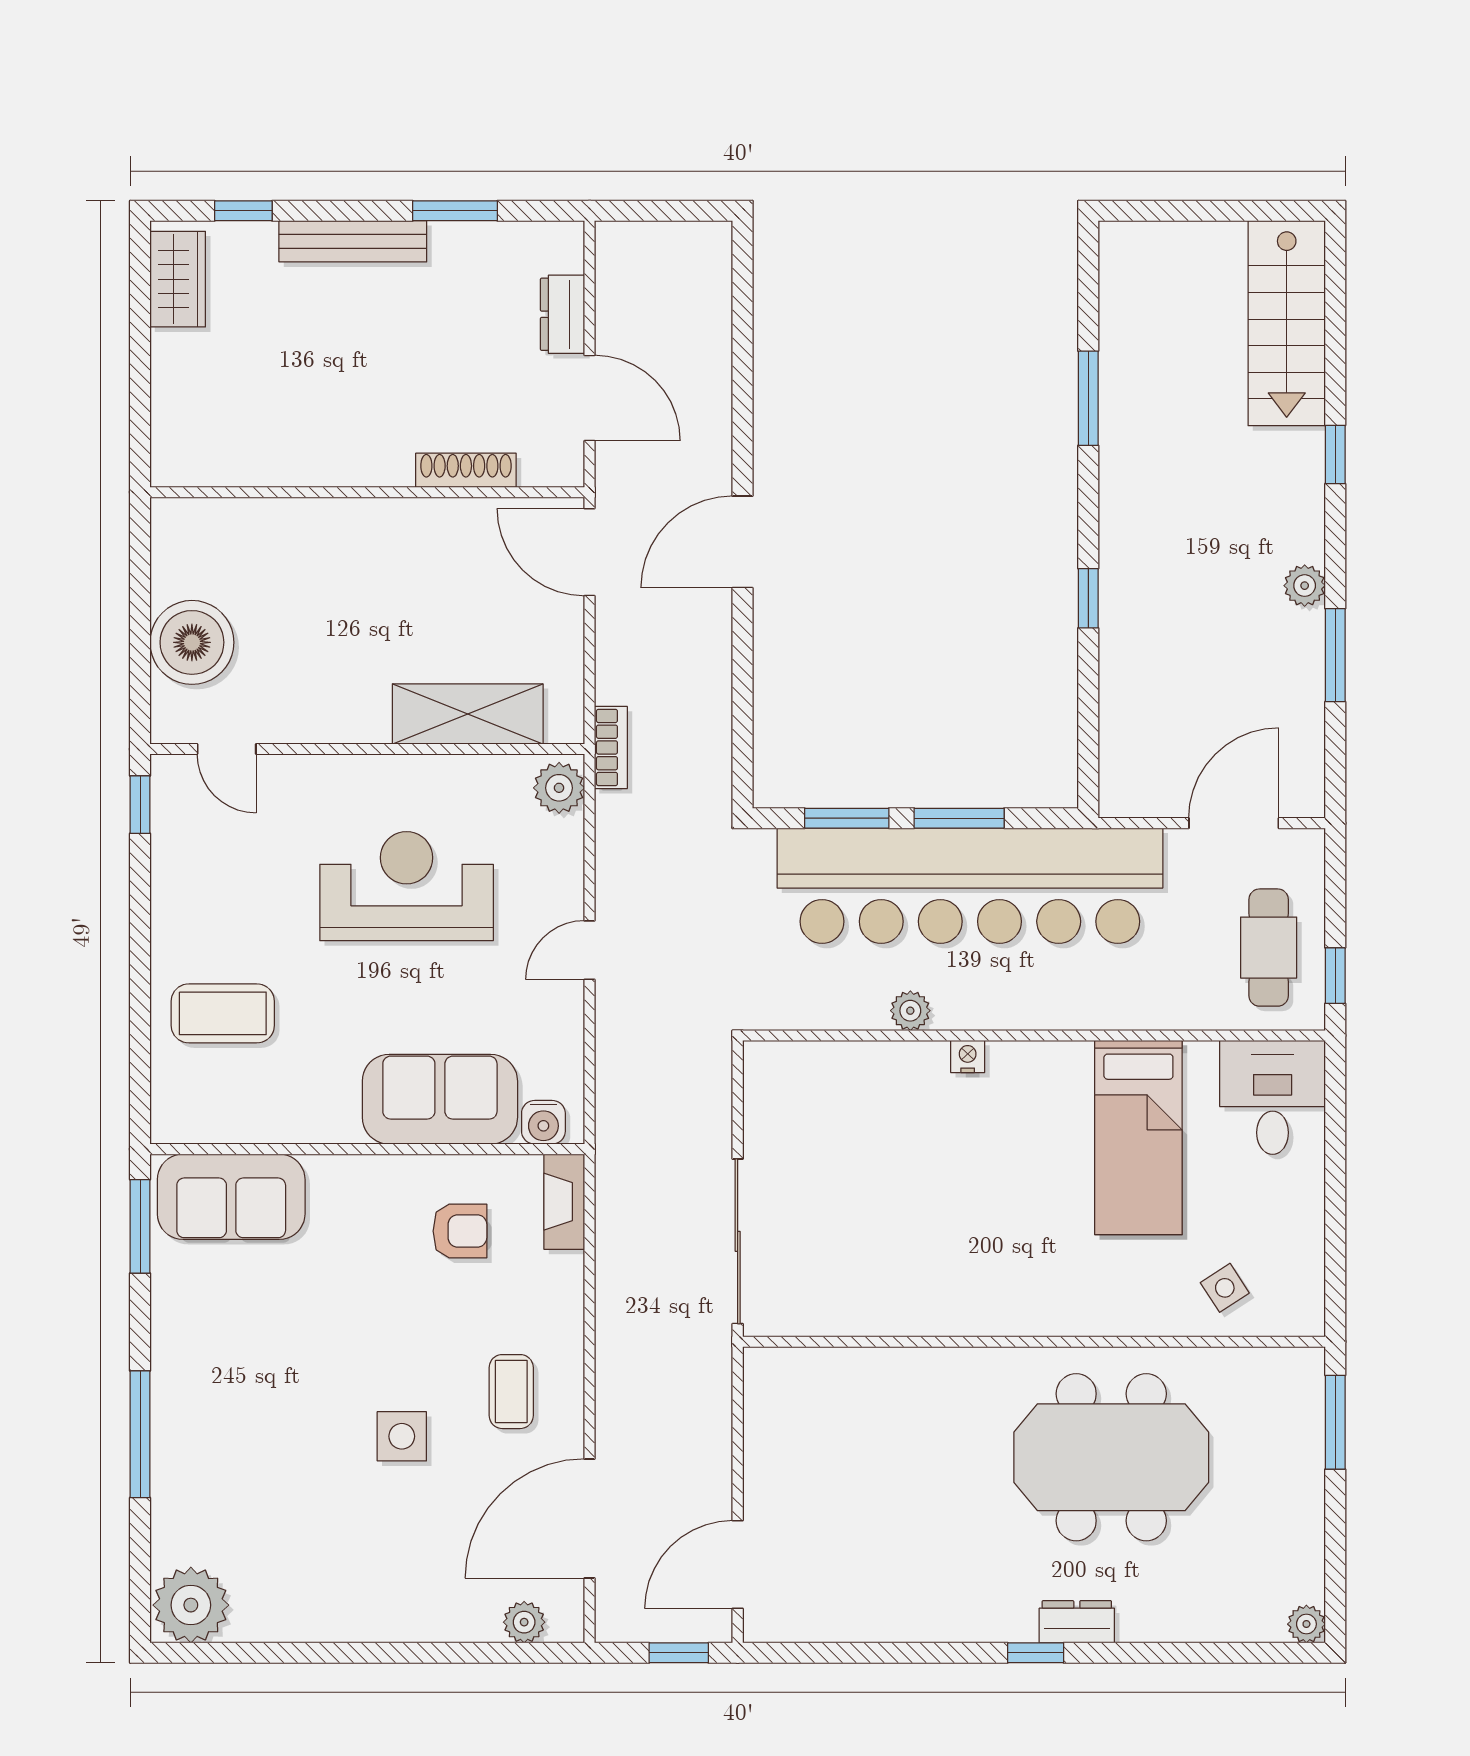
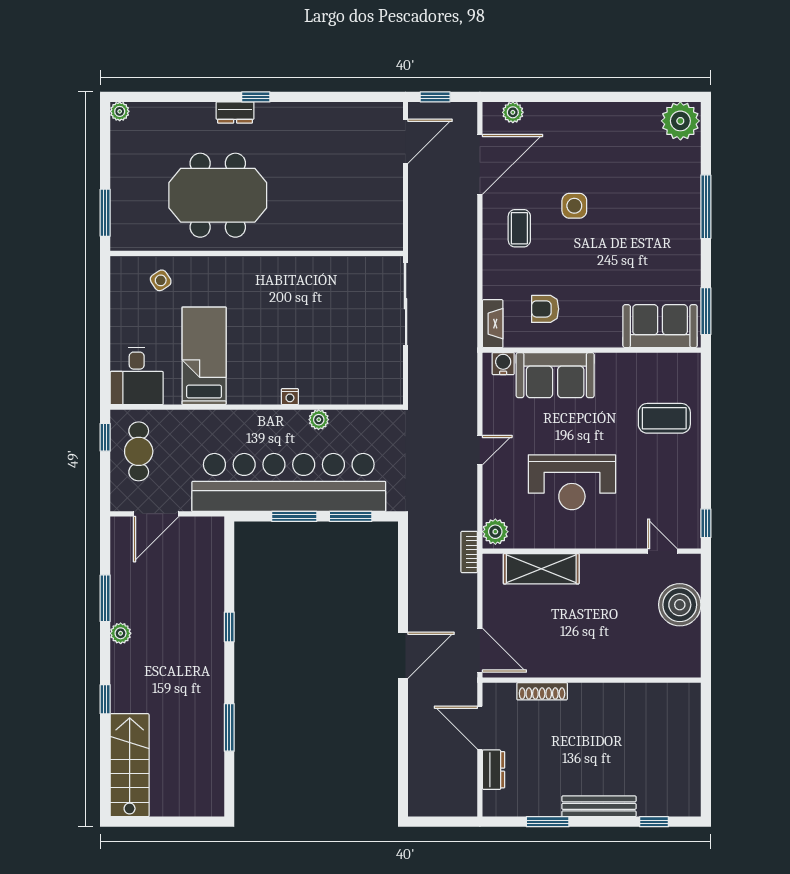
wardrobe: (178, 279) -> (687, 787), removed

